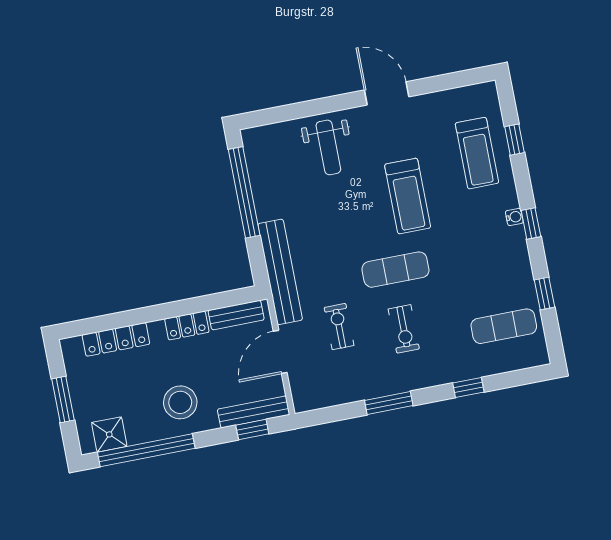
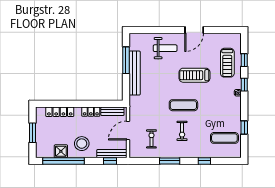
door: (387, 93) -> (194, 30), swing flipped
weight bench: (328, 147) -> (165, 48), turned -90
window: (244, 192) -> (126, 60), width x0.68
treadmill: (408, 196) -> (195, 75), turned 90
window: (531, 223) -> (244, 85), moved
bench: (280, 272) -> (135, 73), moved
exercise bike: (339, 327) -> (151, 139), moved
shower: (109, 434) -> (61, 151), moved

